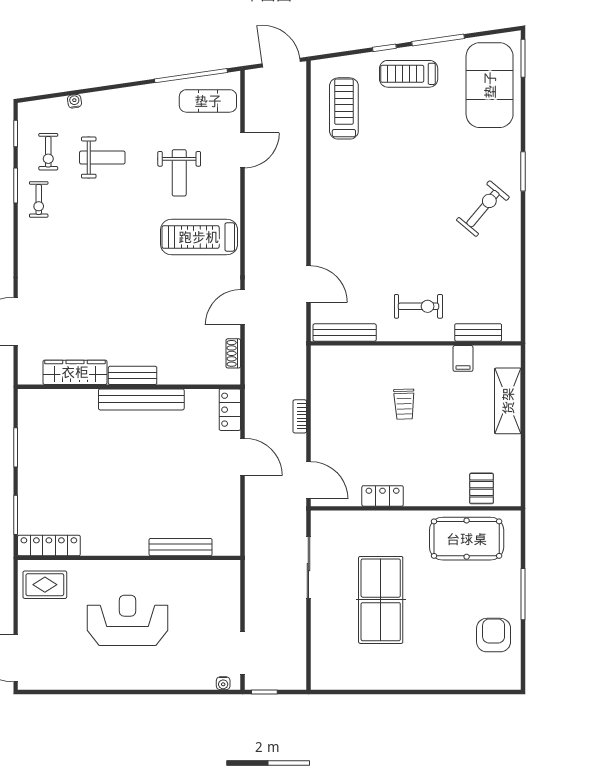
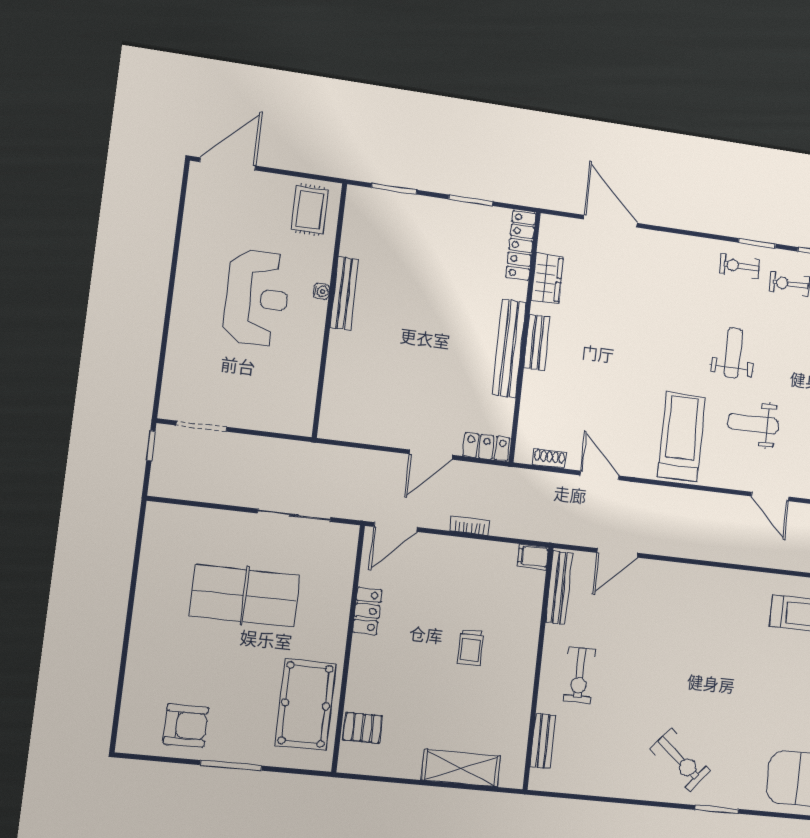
weight bench: (102, 158) -> (733, 353), moved, turned 180
filing cabinet: (463, 358) -> (533, 557), moved
wardrobe: (75, 372) -> (547, 279), width x0.67
trolley: (404, 404) -> (471, 647), turned -88
locker: (49, 546) -> (521, 245), moved, turned 180
bench: (181, 547) -> (344, 293), moved
water cooler: (223, 683) -> (321, 291), moved, turned 180

